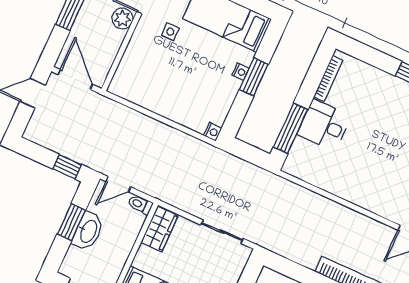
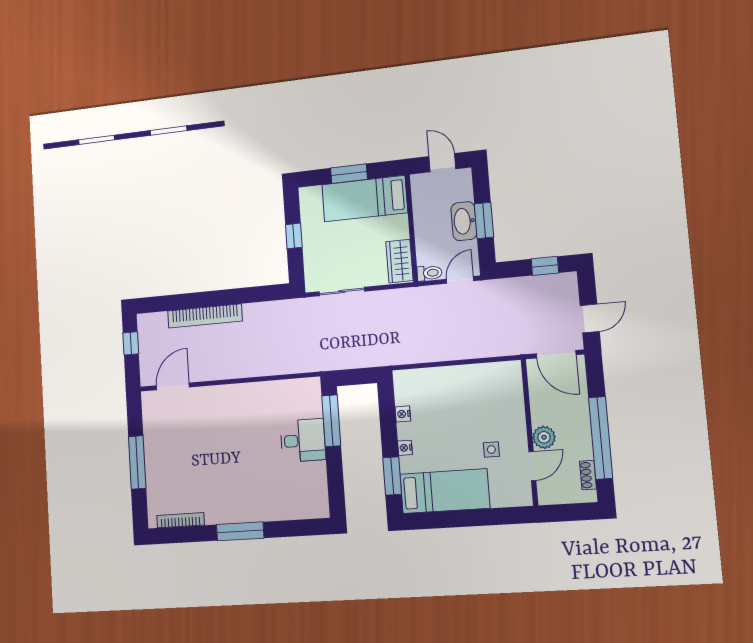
window: (254, 77) -> (392, 476), moved
bookcase: (328, 79) -> (322, 486), removed
nightstand: (213, 132) -> (403, 414), moved
window: (67, 167) -> (545, 266), moved

